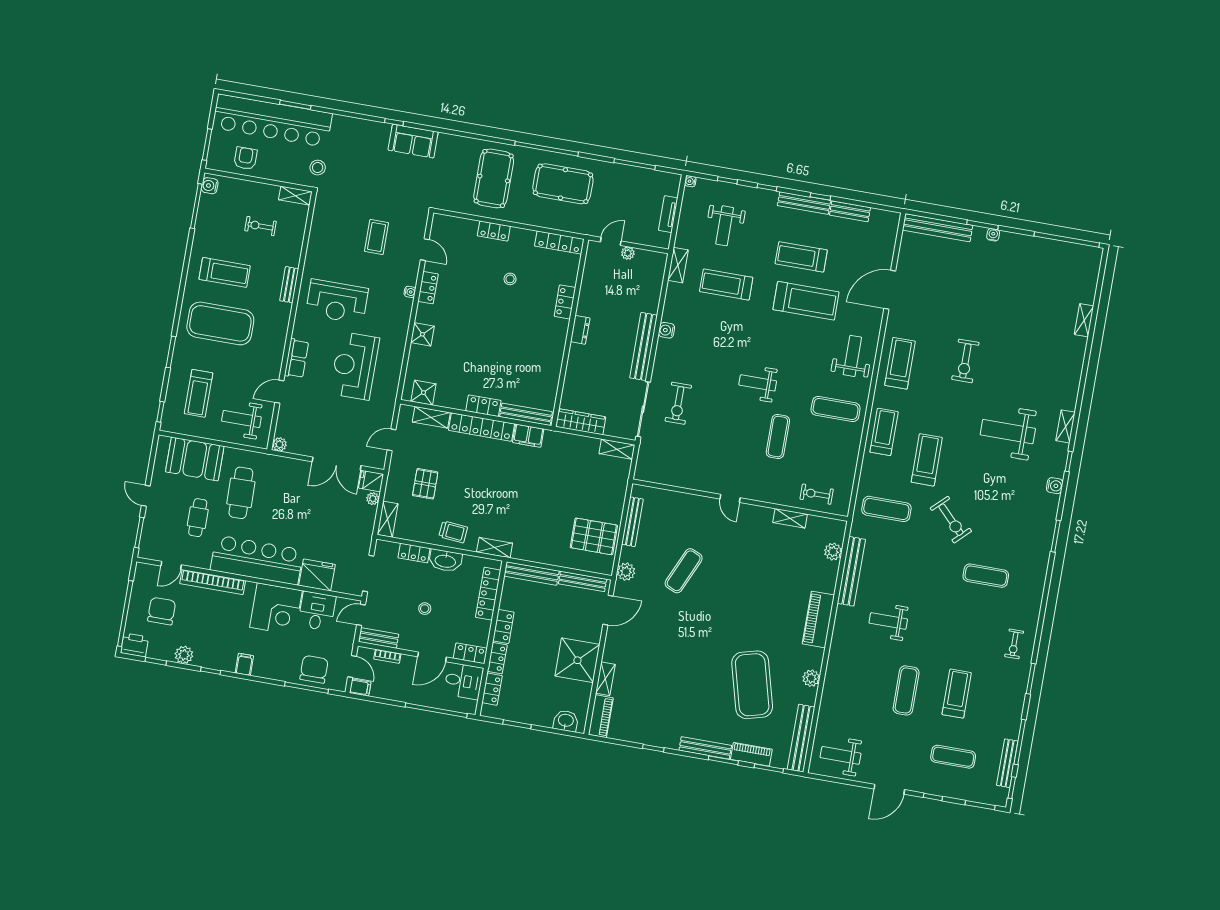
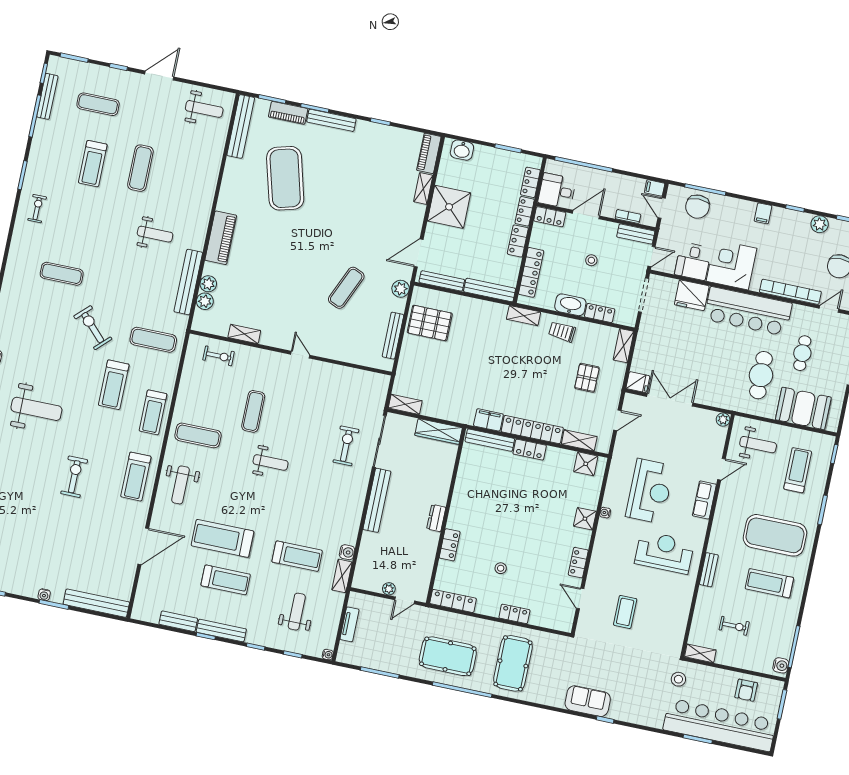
water cooler: (410, 292) -> (605, 513), moved
water cooler: (667, 330) -> (347, 552), moved
plant: (373, 499) -> (637, 366), removed
plant: (811, 678) -> (208, 284), moved

